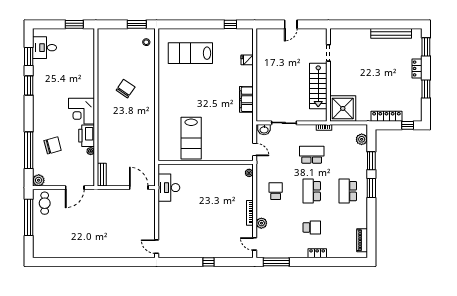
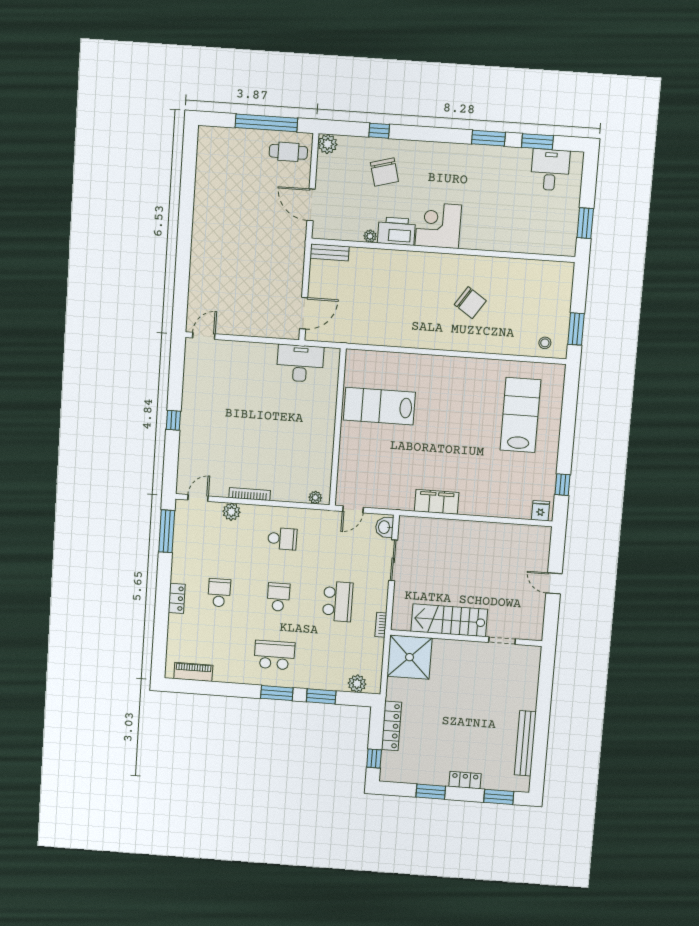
fridge: (247, 60) -> (541, 511), moved
window: (29, 150) -> (379, 131), width x0.32
school desk: (312, 191) -> (278, 597), width x0.54
school desk: (312, 227) -> (219, 593), turned 180

